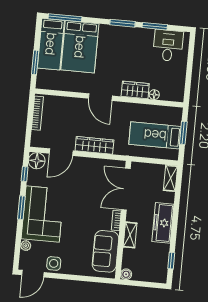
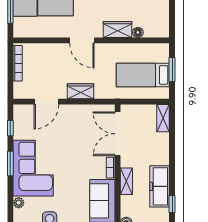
wardrobe: (94, 145) -> (80, 91), width x0.67
floor lamp: (37, 161) -> (22, 113), removed
freezer: (163, 223) -> (160, 186), moved

